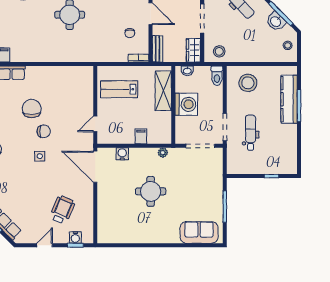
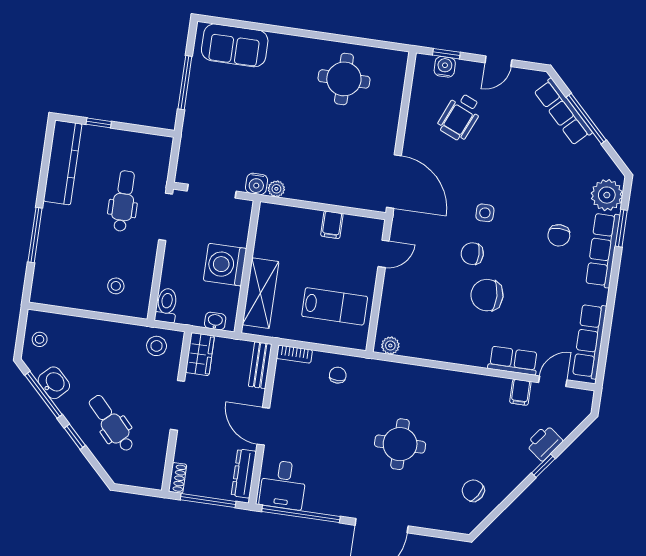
chair: (130, 33) -> (338, 375), moved
plant: (84, 71) -> (390, 346), added
stool: (248, 83) -> (116, 286), width x0.53, depth x0.53
kitchen counter: (289, 99) -> (63, 162), moved
chair: (32, 109) -> (487, 295), turned 88
dental chair: (251, 133) -> (124, 201), turned 180
filing cabinet: (141, 136) -> (332, 225), moved
water cooler: (122, 154) -> (257, 184), moved
round table: (151, 191) -> (344, 79), moved

